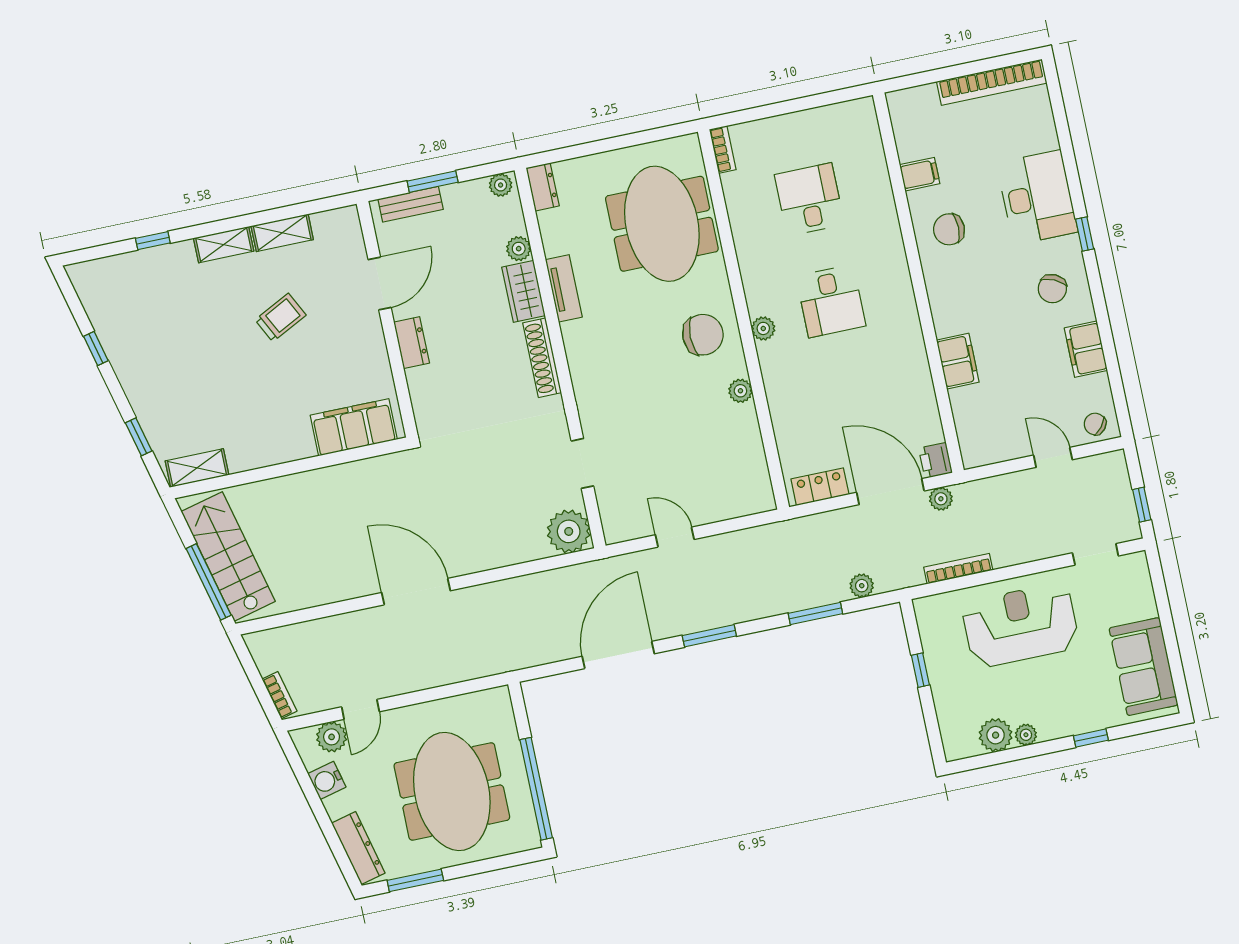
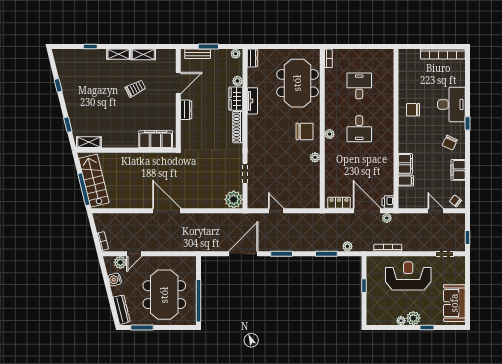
filing cabinet: (920, 174) -> (406, 181), moved
plant: (996, 735) -> (413, 318), moved

